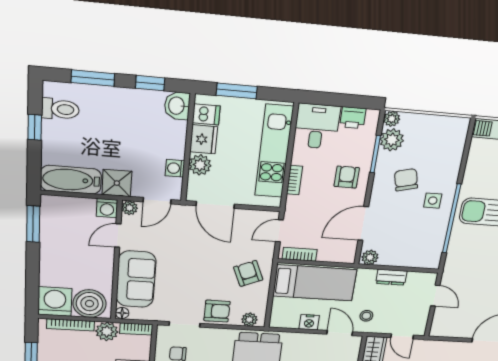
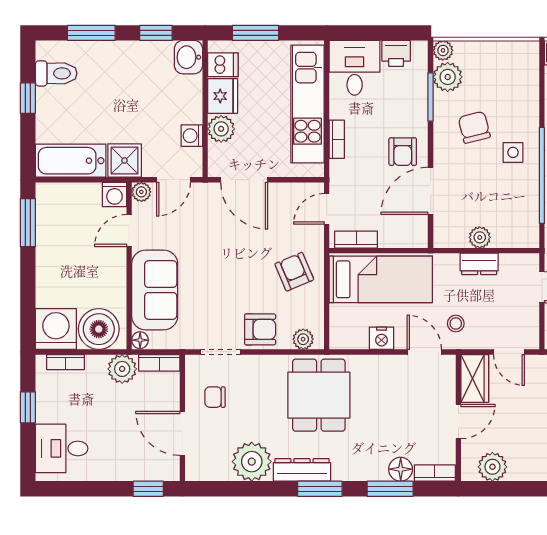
armchair: (347, 177) -> (403, 152), moved, turned 180
plant: (370, 257) -> (480, 237), moved
bookcase: (70, 325) -> (66, 362), width x0.64

